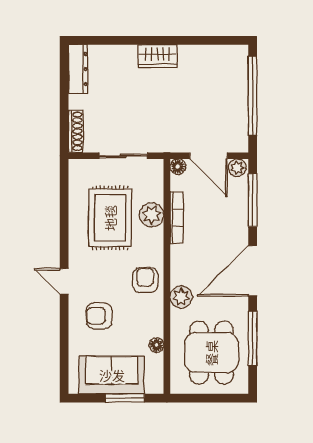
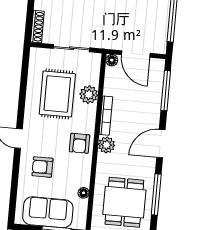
plant: (237, 168) -> (156, 65), removed
bookcase: (177, 218) -> (106, 116), moved
door: (253, 271) -> (161, 144), width x0.73
armchair: (145, 280) -> (80, 143), turned 180
plant: (181, 297) -> (107, 145), moved

